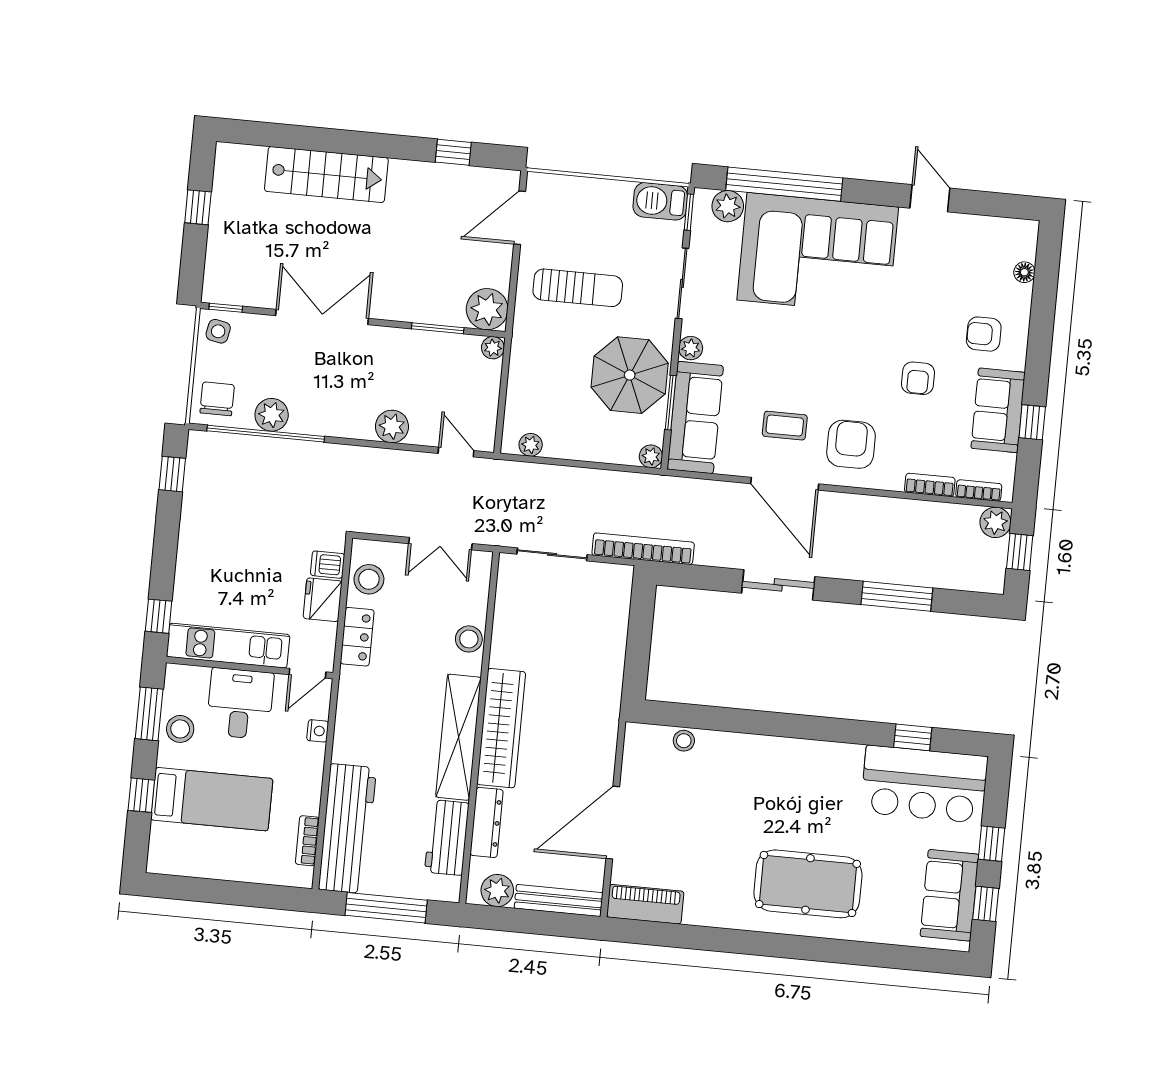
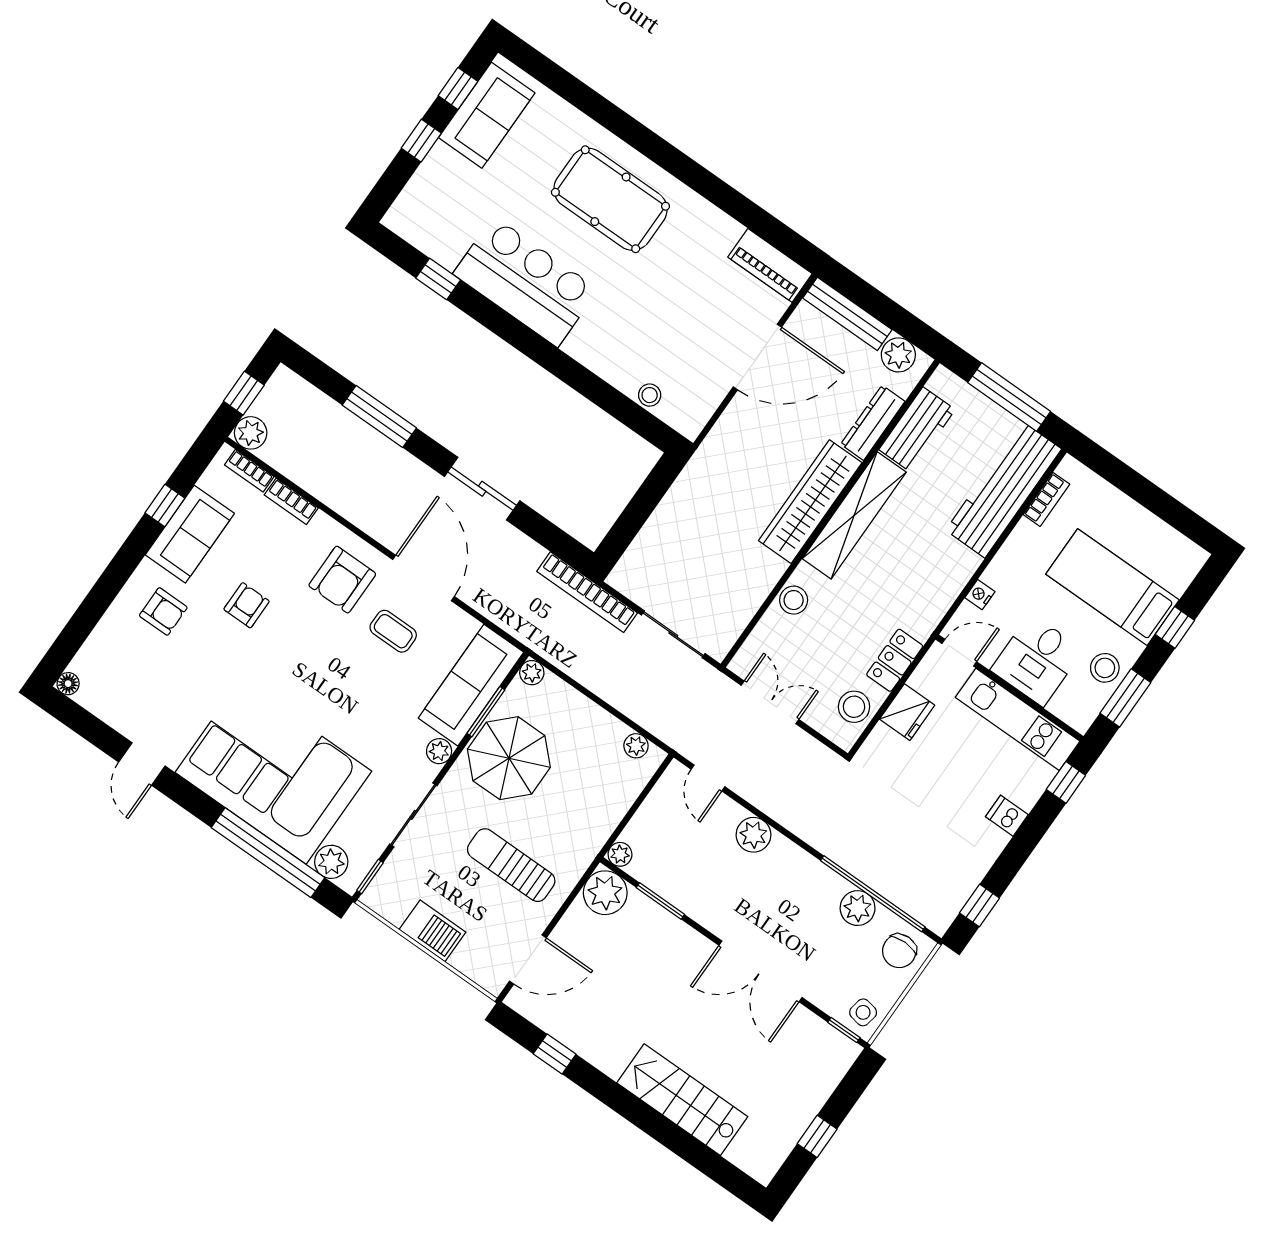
barbecue: (660, 201) -> (432, 931), moved
floor lamp: (1024, 272) -> (68, 684), moved
dishwasher: (328, 565) -> (1007, 816), moved, turned 180
bar counter: (924, 784) -> (526, 282), moved

